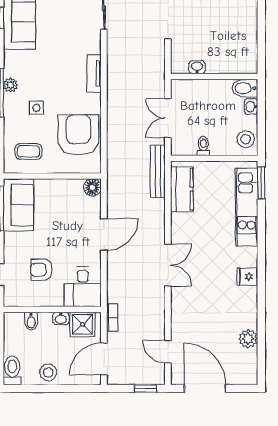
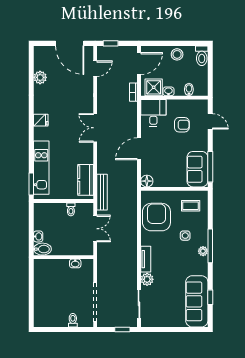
plant: (92, 44) -> (147, 279), added
armchair: (78, 135) -> (156, 217), turned 180
stool: (246, 139) -> (42, 214), removed
door: (168, 352) -> (95, 69), hinge flipped

